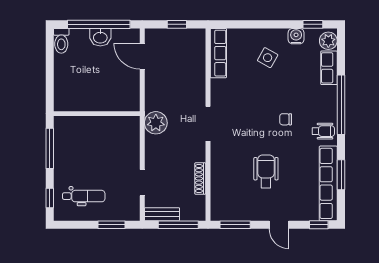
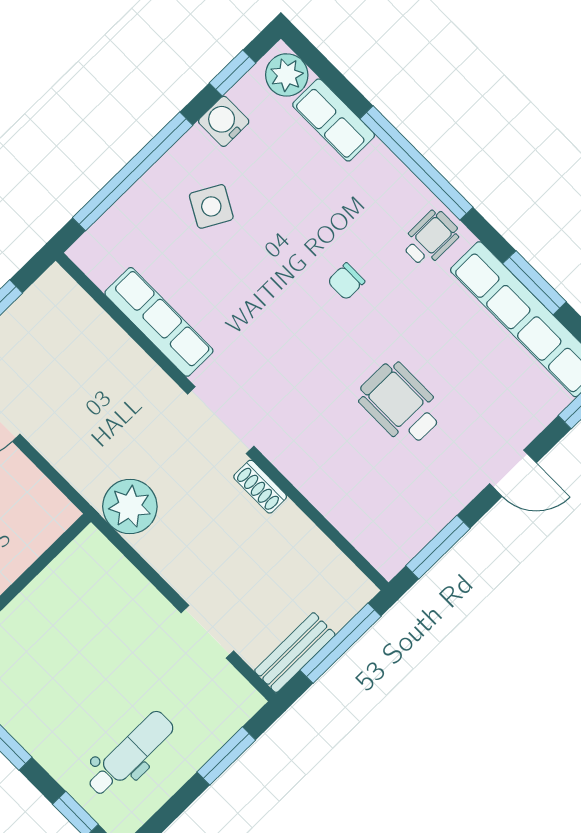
window: (255, 24) -> (133, 171), added
row of seats: (218, 53) -> (159, 322), moved
shoe rack: (200, 178) -> (260, 487), moved, width x0.70

